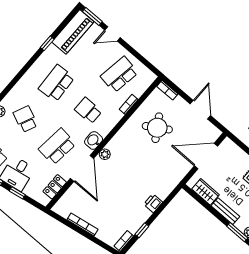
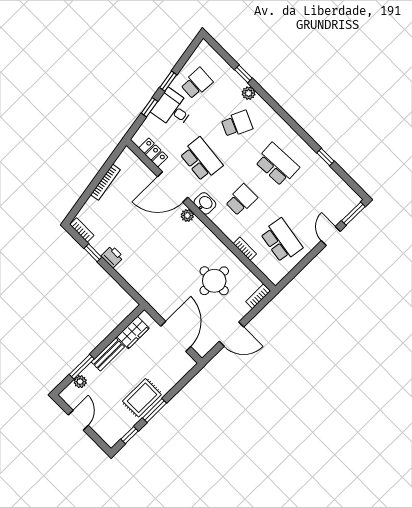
piano: (73, 32) -> (337, 189), removed
round table: (157, 128) -> (214, 281), turned 32
printer: (153, 203) -> (112, 257), moved

